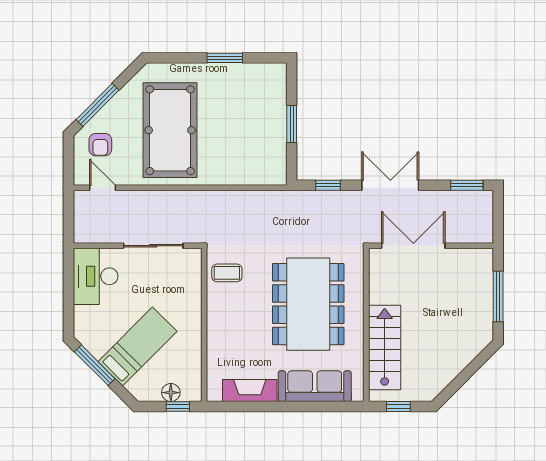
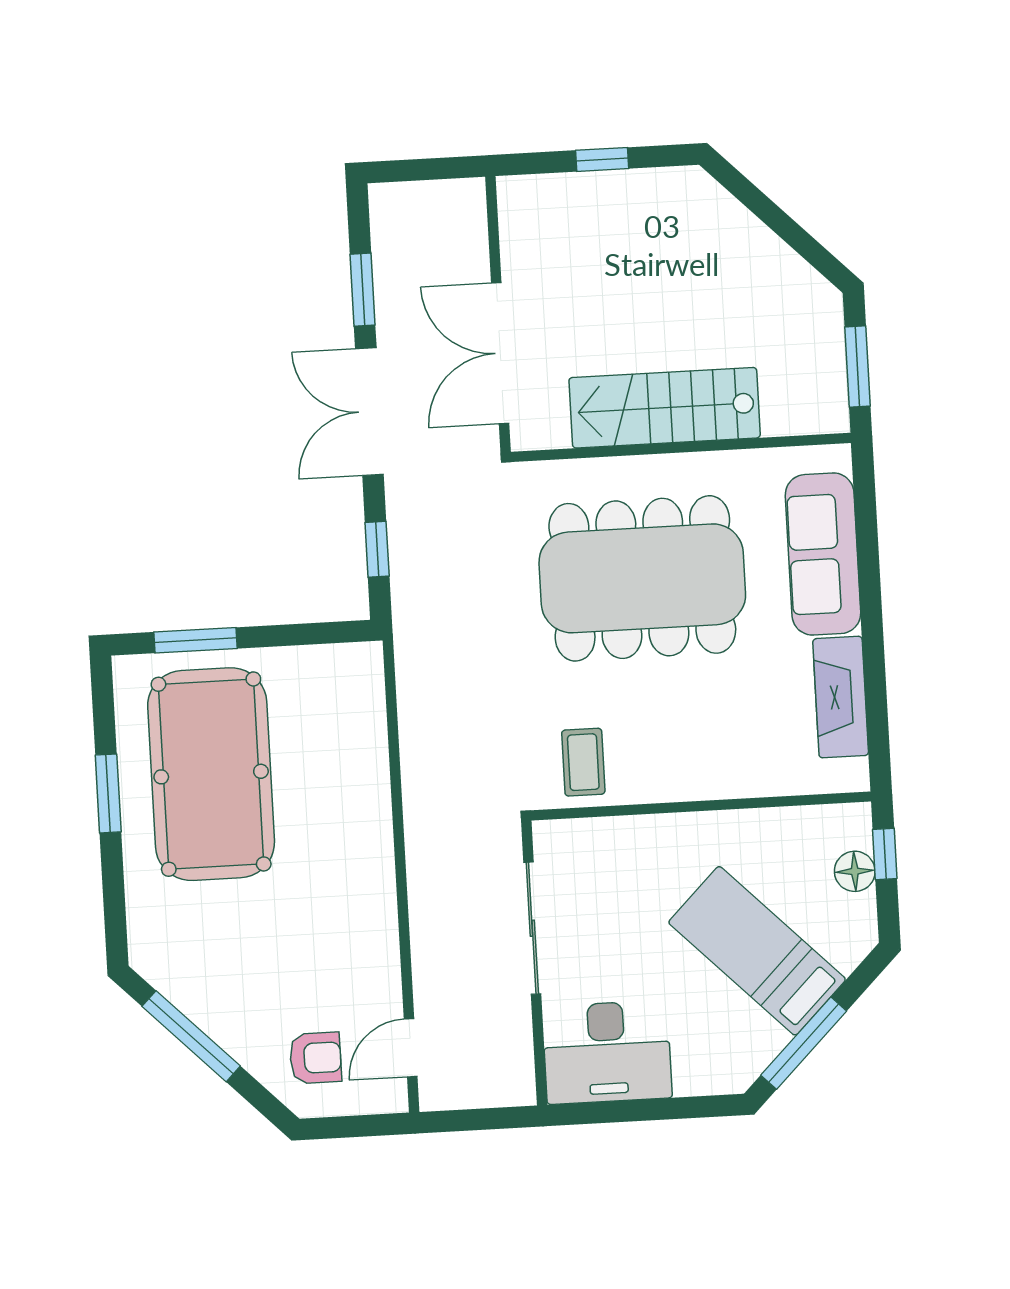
window: (98, 105) -> (191, 1036), moved
window: (292, 124) -> (196, 640), moved
pool table: (170, 130) -> (211, 774), moved, turned 90
window: (467, 185) -> (363, 290), moved
window: (498, 297) -> (602, 159), width x0.46
stairs: (385, 348) -> (665, 408), moved
window: (398, 406) -> (857, 367), width x1.50

